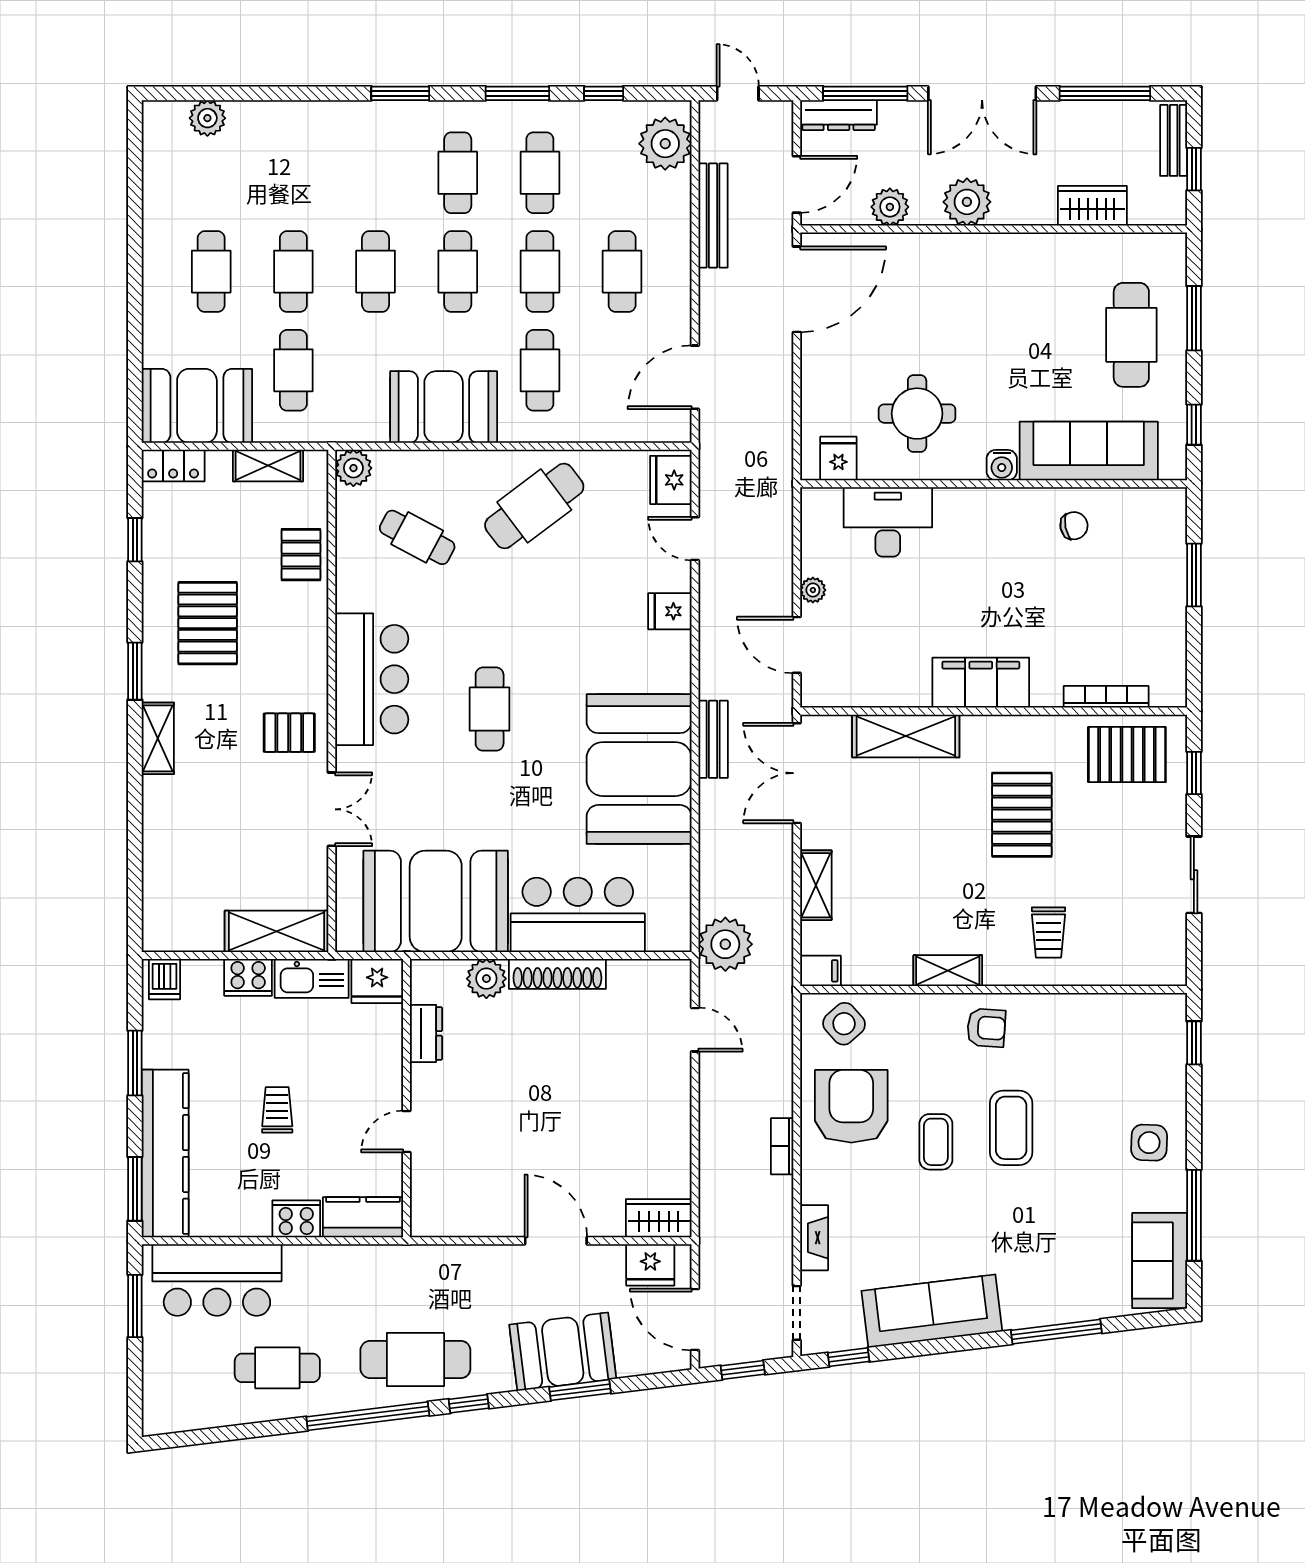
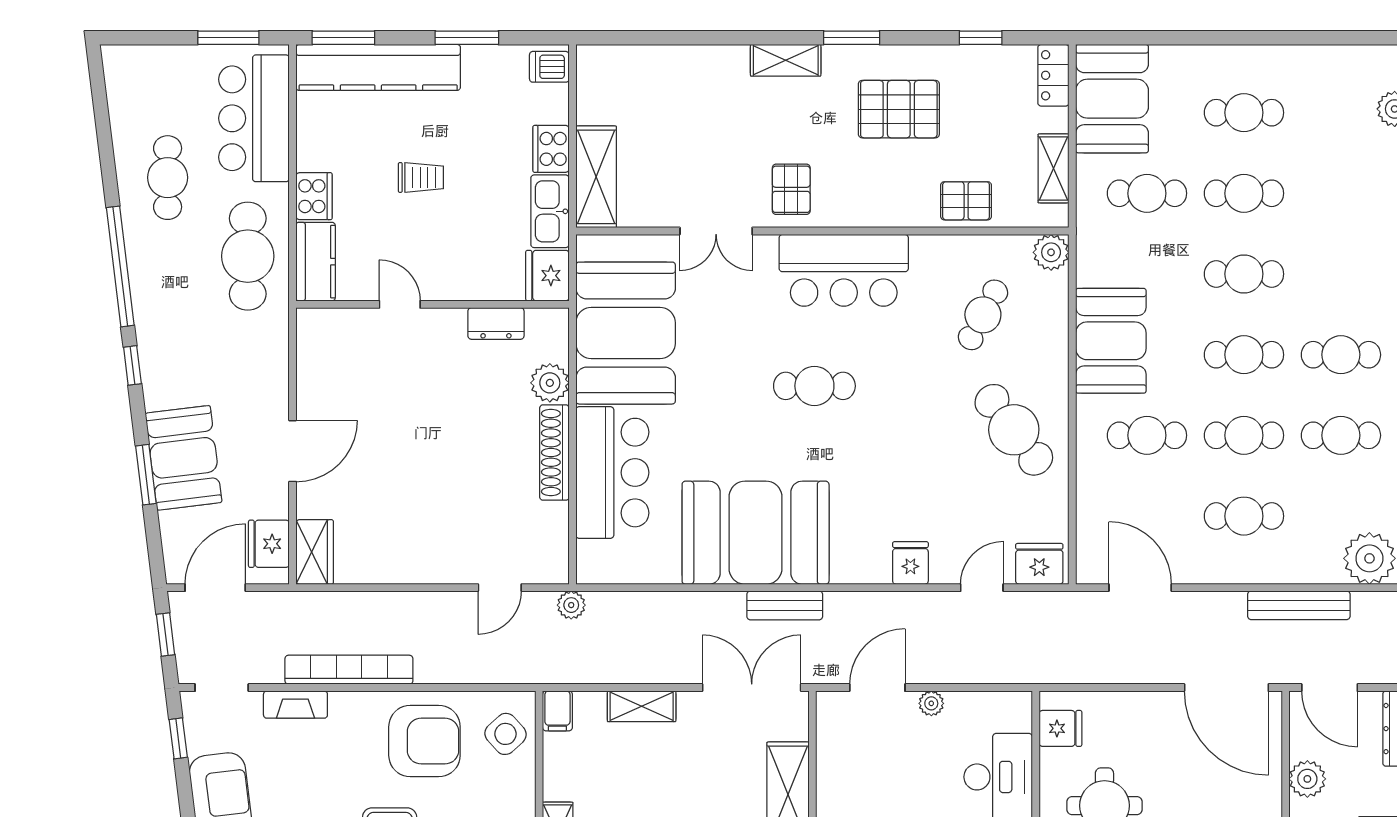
plant: (725, 944) -> (571, 605), width x0.53, depth x0.53
bookcase: (782, 1146) -> (349, 670), width x2.31, depth x1.31
cafe table: (415, 1360) -> (248, 256), moved

